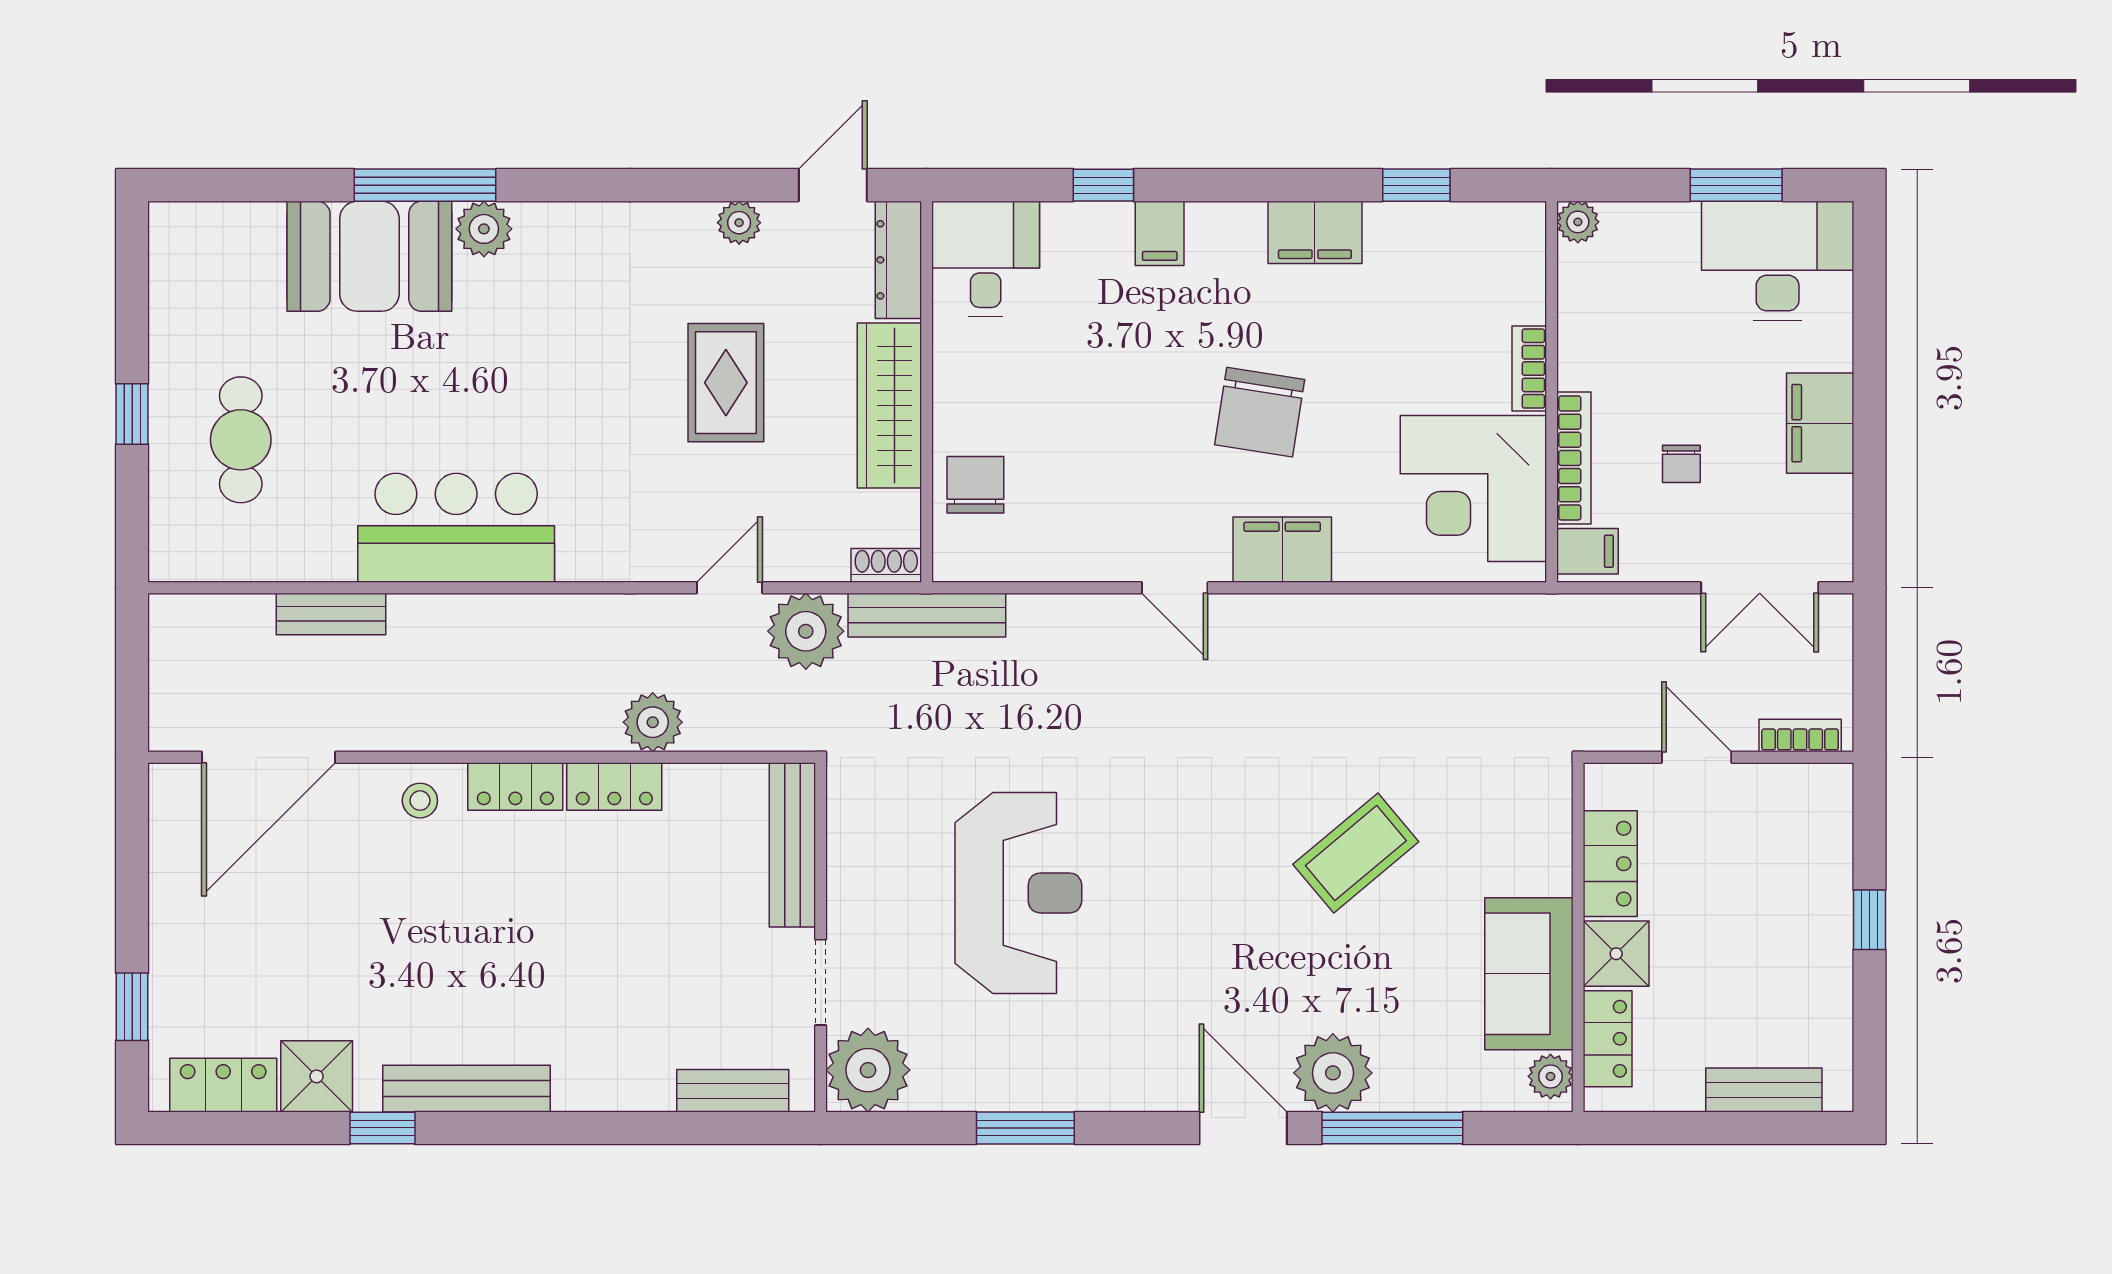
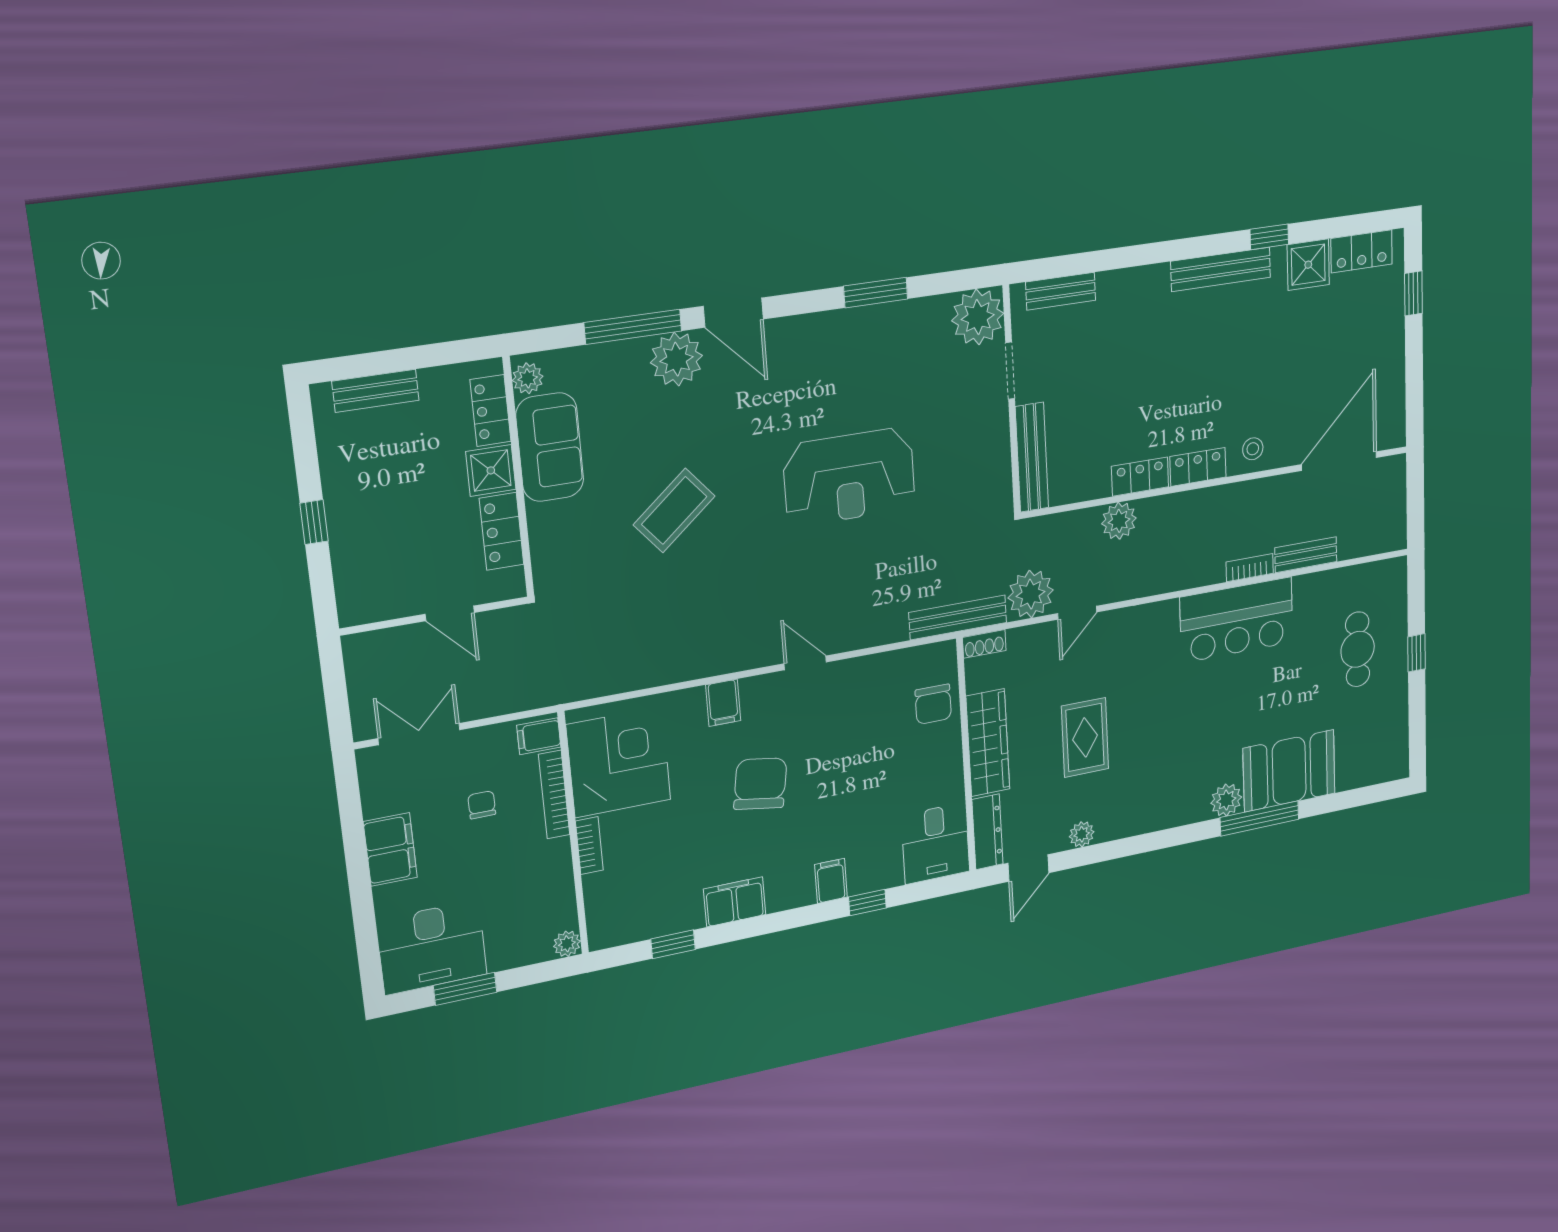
filing cabinet: (1282, 550) -> (723, 703), width x0.50
bookcase: (1800, 736) -> (1250, 568), moved, turned 180
reception desk: (1018, 893) -> (849, 477), moved, turned -90

